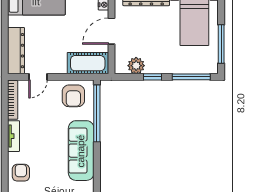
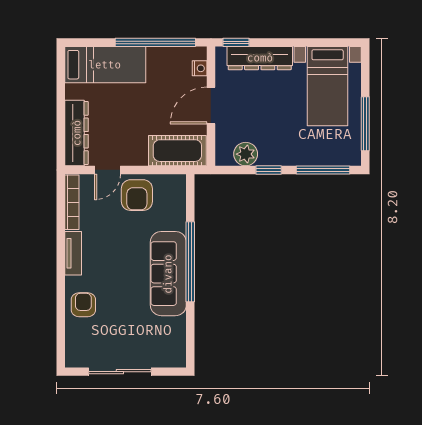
armchair: (73, 96) -> (137, 195), moved
window: (97, 113) -> (190, 262), moved

